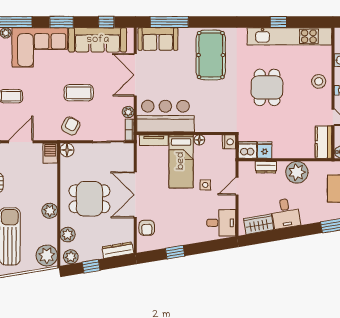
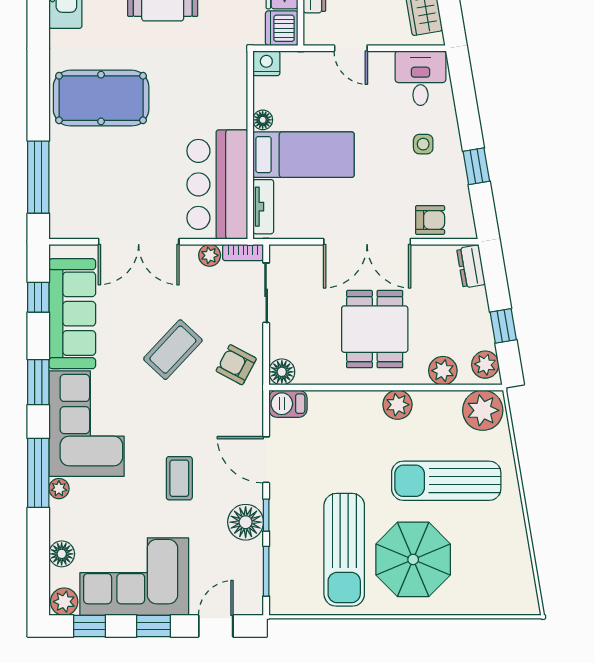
sofa: (158, 39) -> (71, 199), removed
coffee table: (79, 93) -> (173, 350), turned 43
side table: (205, 185) -> (423, 144), moved
dresser: (118, 250) -> (471, 266), width x0.70

